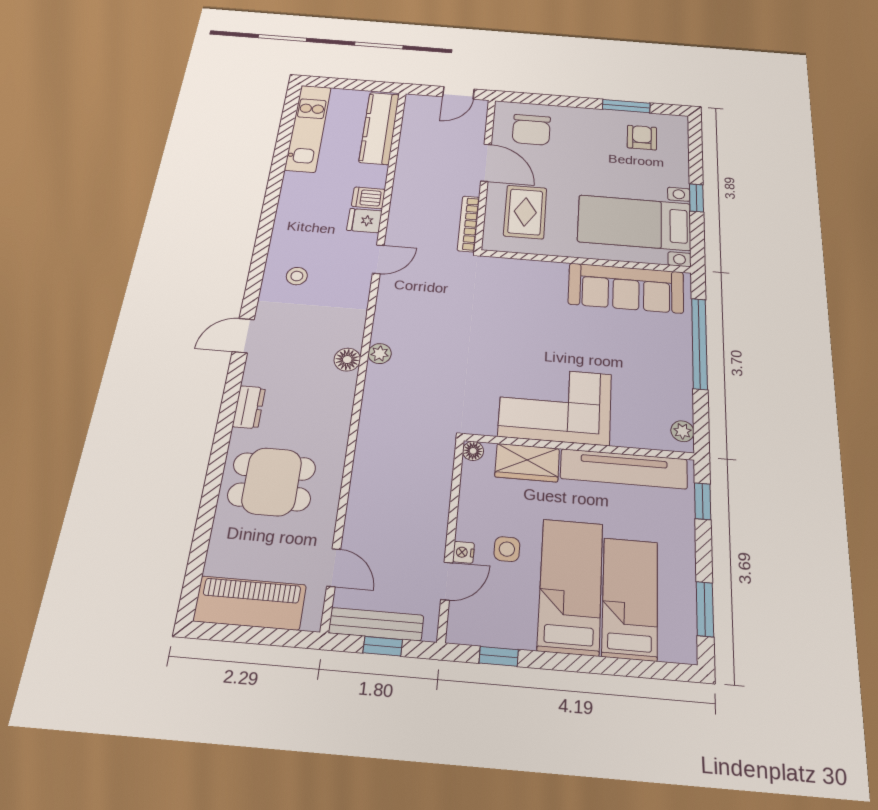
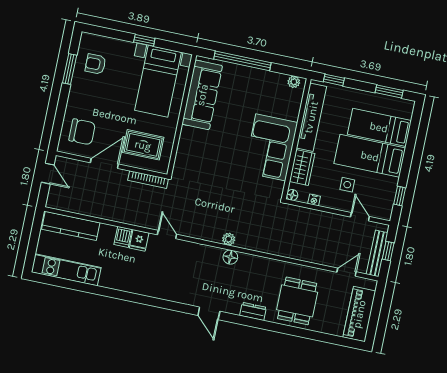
stool: (297, 276) -> (173, 282), removed
nightstand: (463, 552) -> (314, 200), moved

